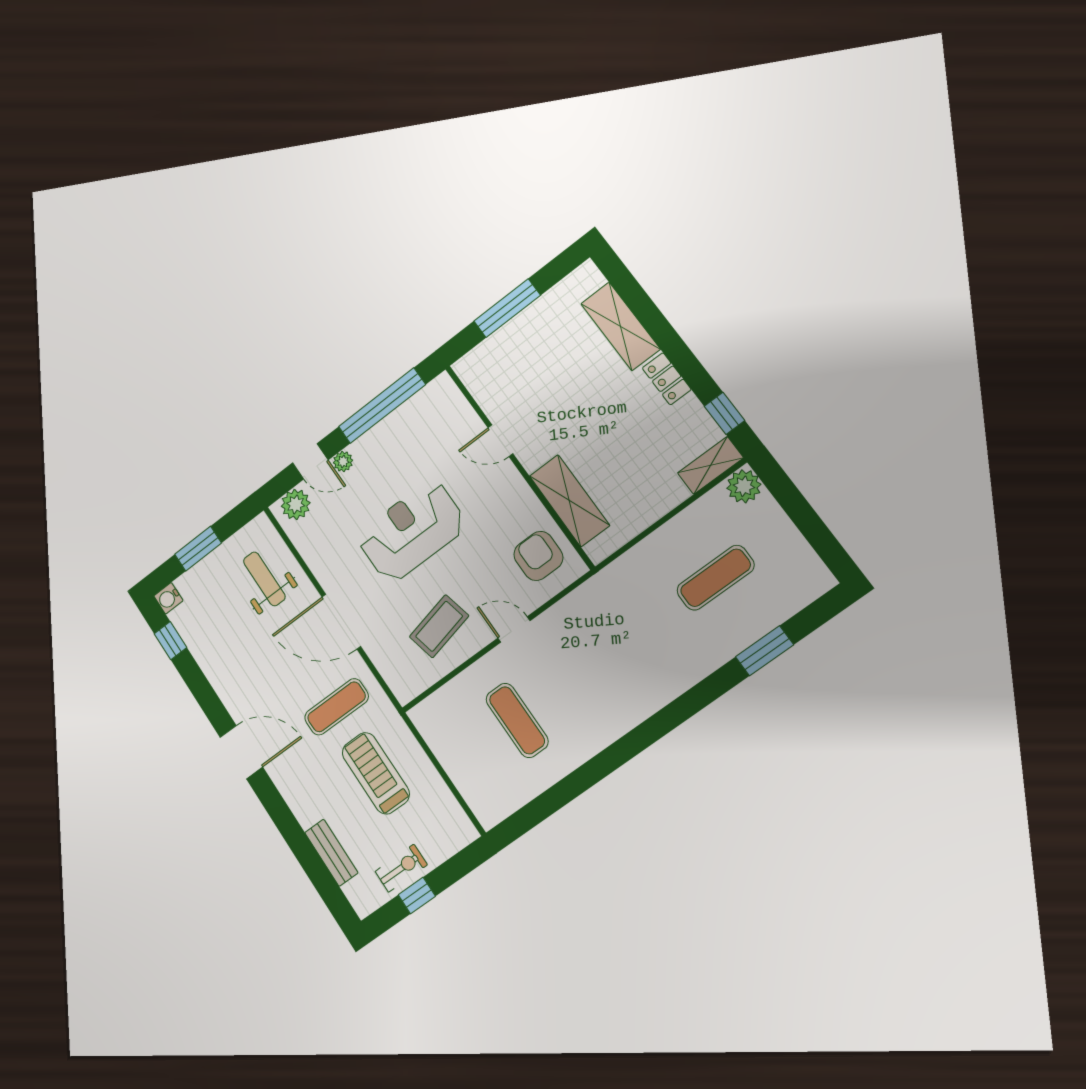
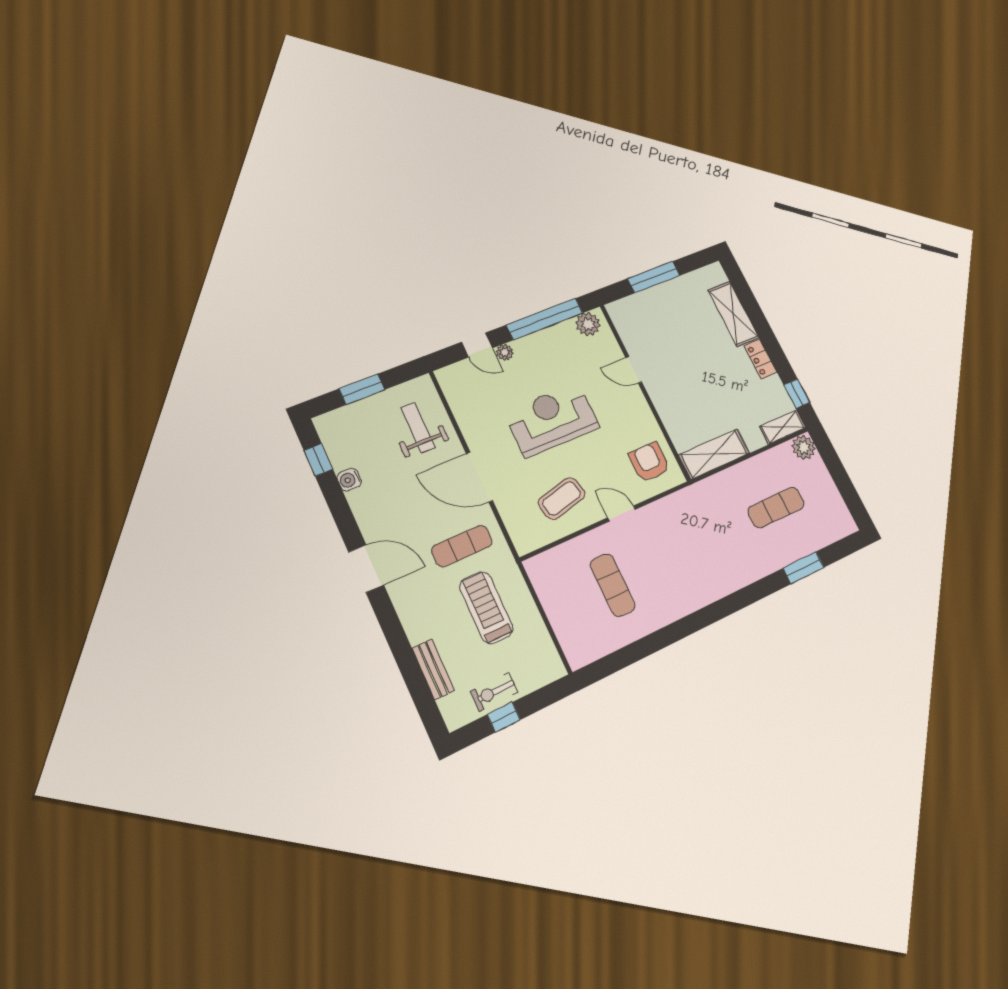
shelving: (569, 501) -> (714, 454), moved, turned 90
plant: (296, 504) -> (588, 324), moved
water cooler: (168, 598) -> (349, 480), moved
exercise bike: (401, 868) -> (494, 692), turned 180

